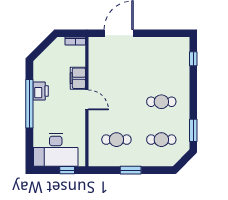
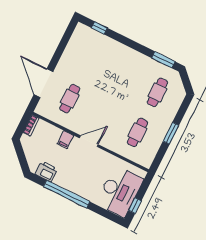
filing cabinet: (78, 78) -> (65, 140), width x0.50
printer: (41, 91) -> (46, 171), moved
cafe table: (161, 102) -> (70, 99), moved
window: (67, 170) -> (135, 206), moved

